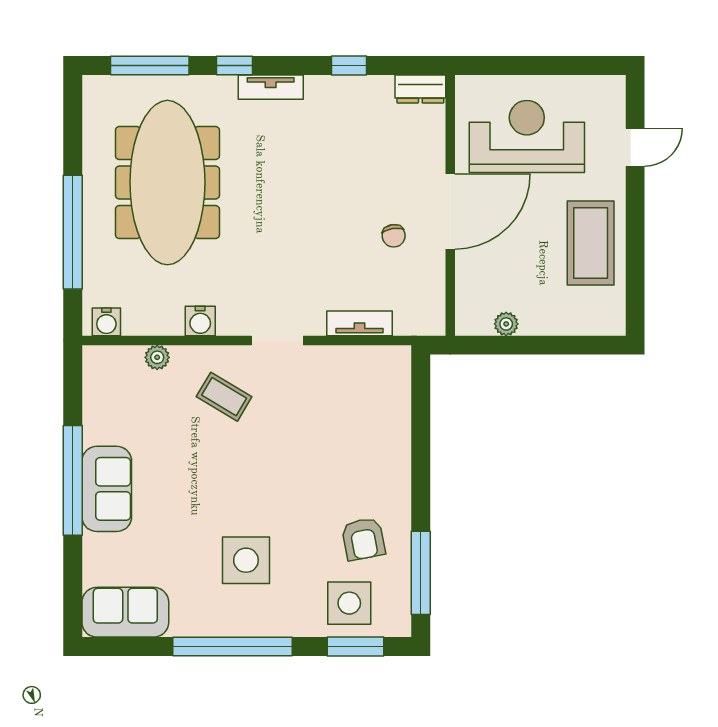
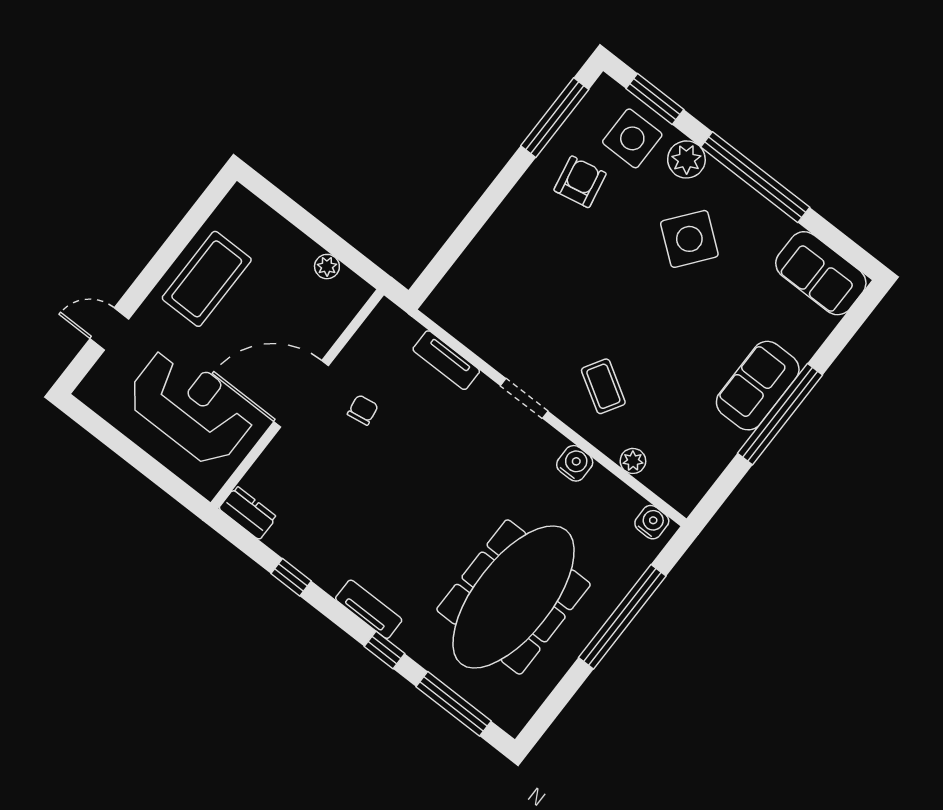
reception desk: (527, 137) -> (191, 406), turned 180
side table: (246, 560) -> (689, 239), turned 38
plant: (295, 619) -> (686, 159), added

